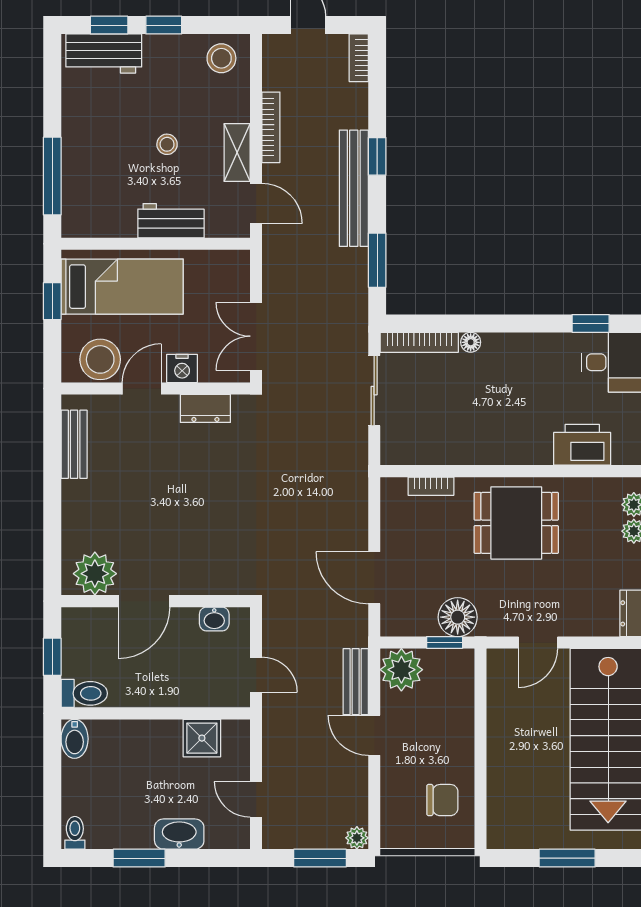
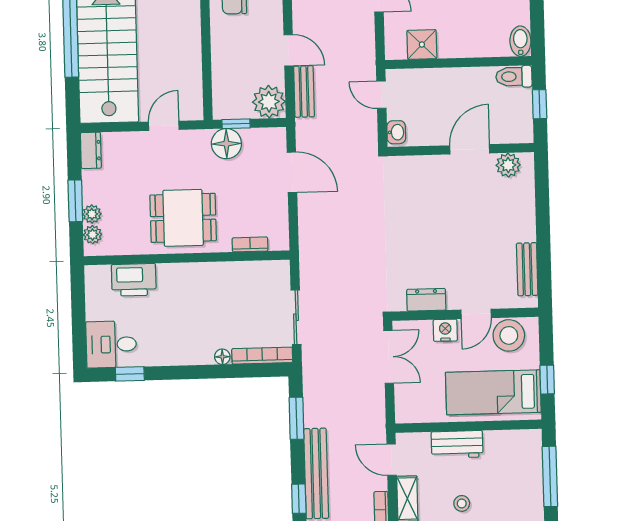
plant: (95, 574) -> (508, 165), width x0.73, depth x0.73
washbasin: (214, 619) -> (396, 132), moved, turned 90

